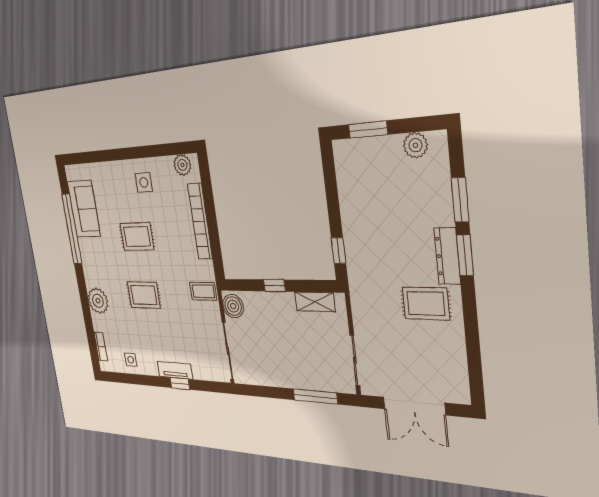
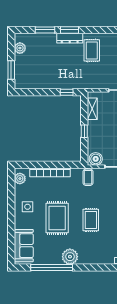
sofa: (84, 209) -> (24, 246), moved, turned 90
rug: (137, 237) -> (57, 218), width x1.36, depth x1.43
plant: (98, 301) -> (70, 257), moved

